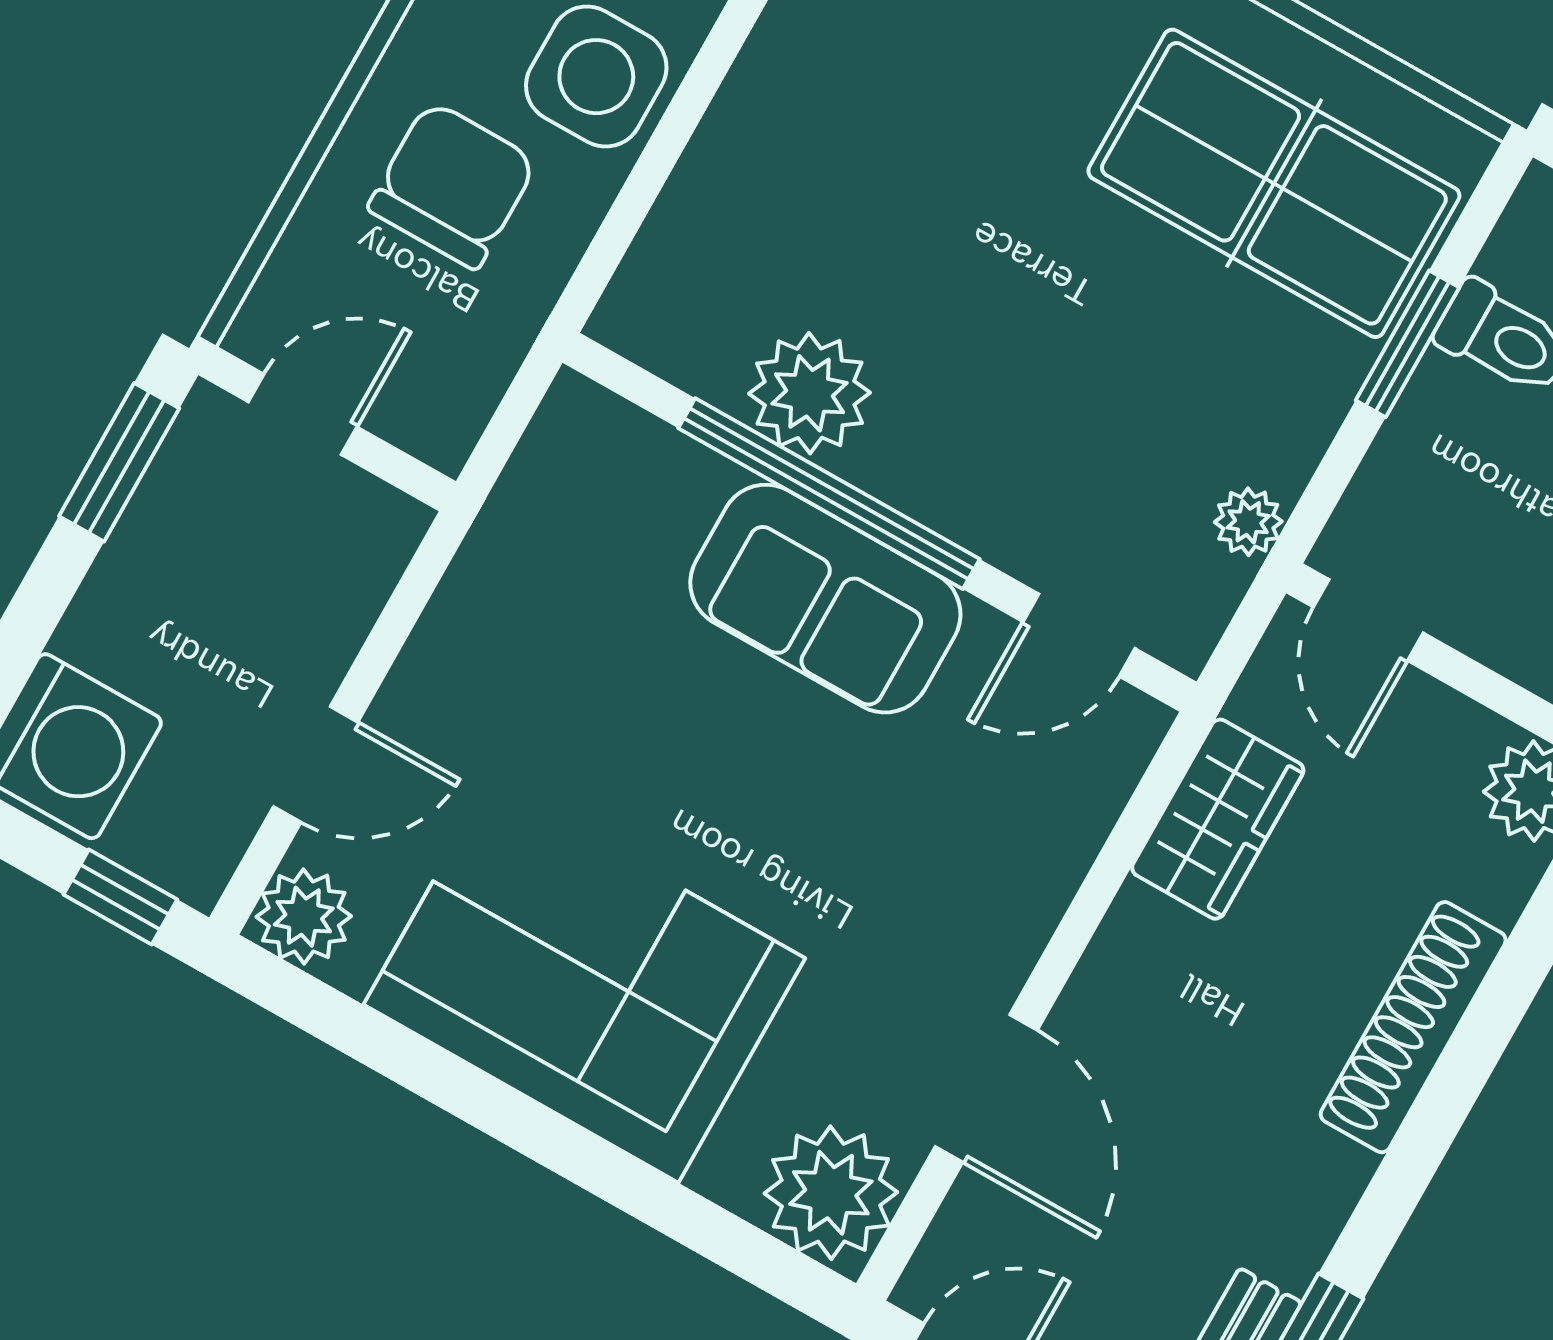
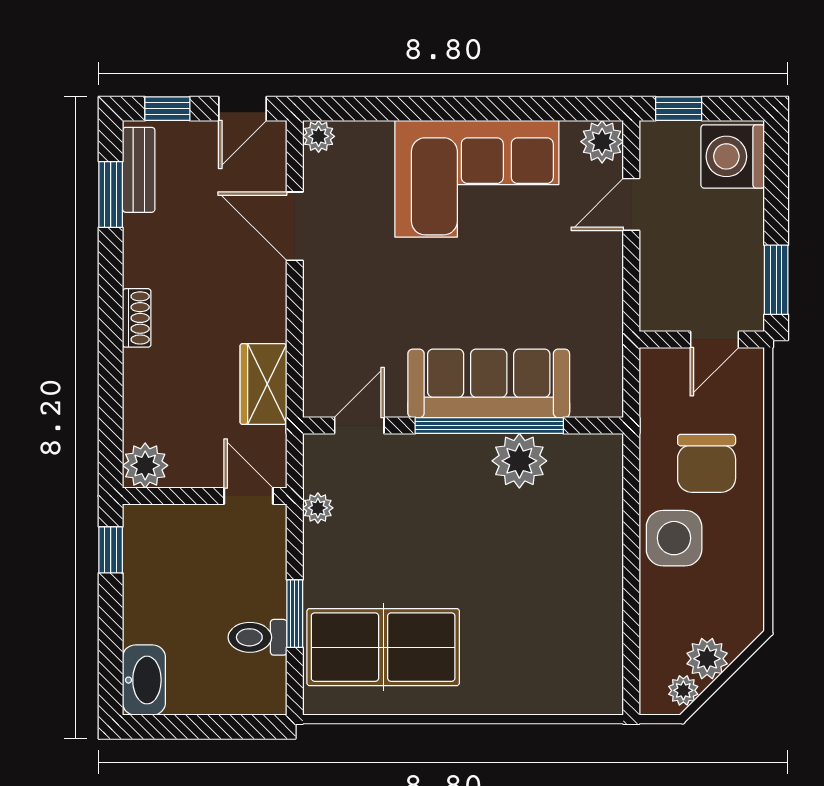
sofa: (825, 599) -> (489, 383), width x1.36
shoe rack: (1413, 1027) -> (137, 318), width x0.51, depth x0.81
plant: (831, 1193) -> (319, 136), width x0.53, depth x0.53

